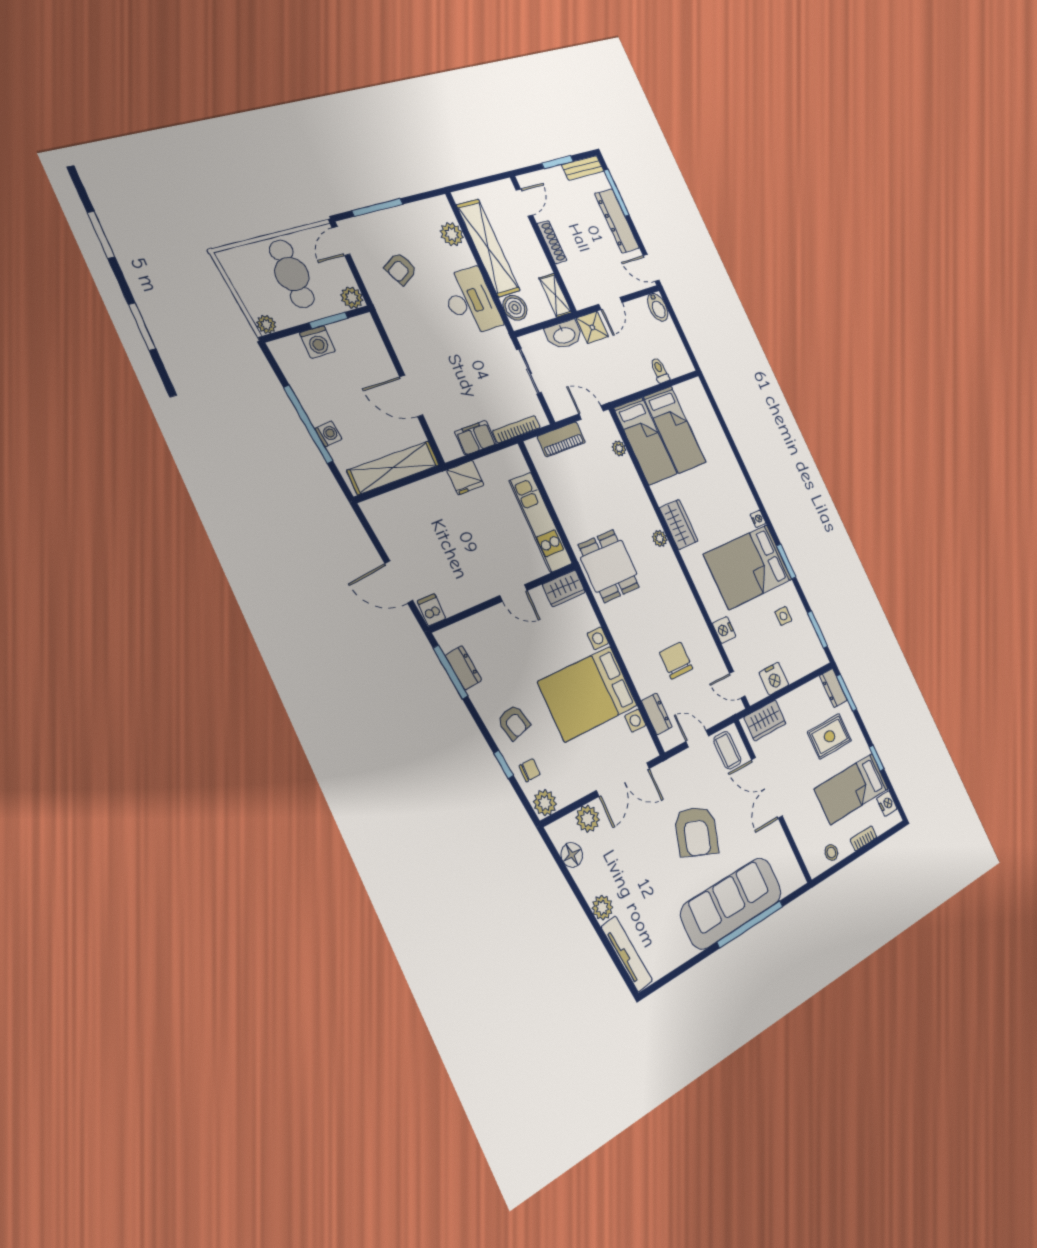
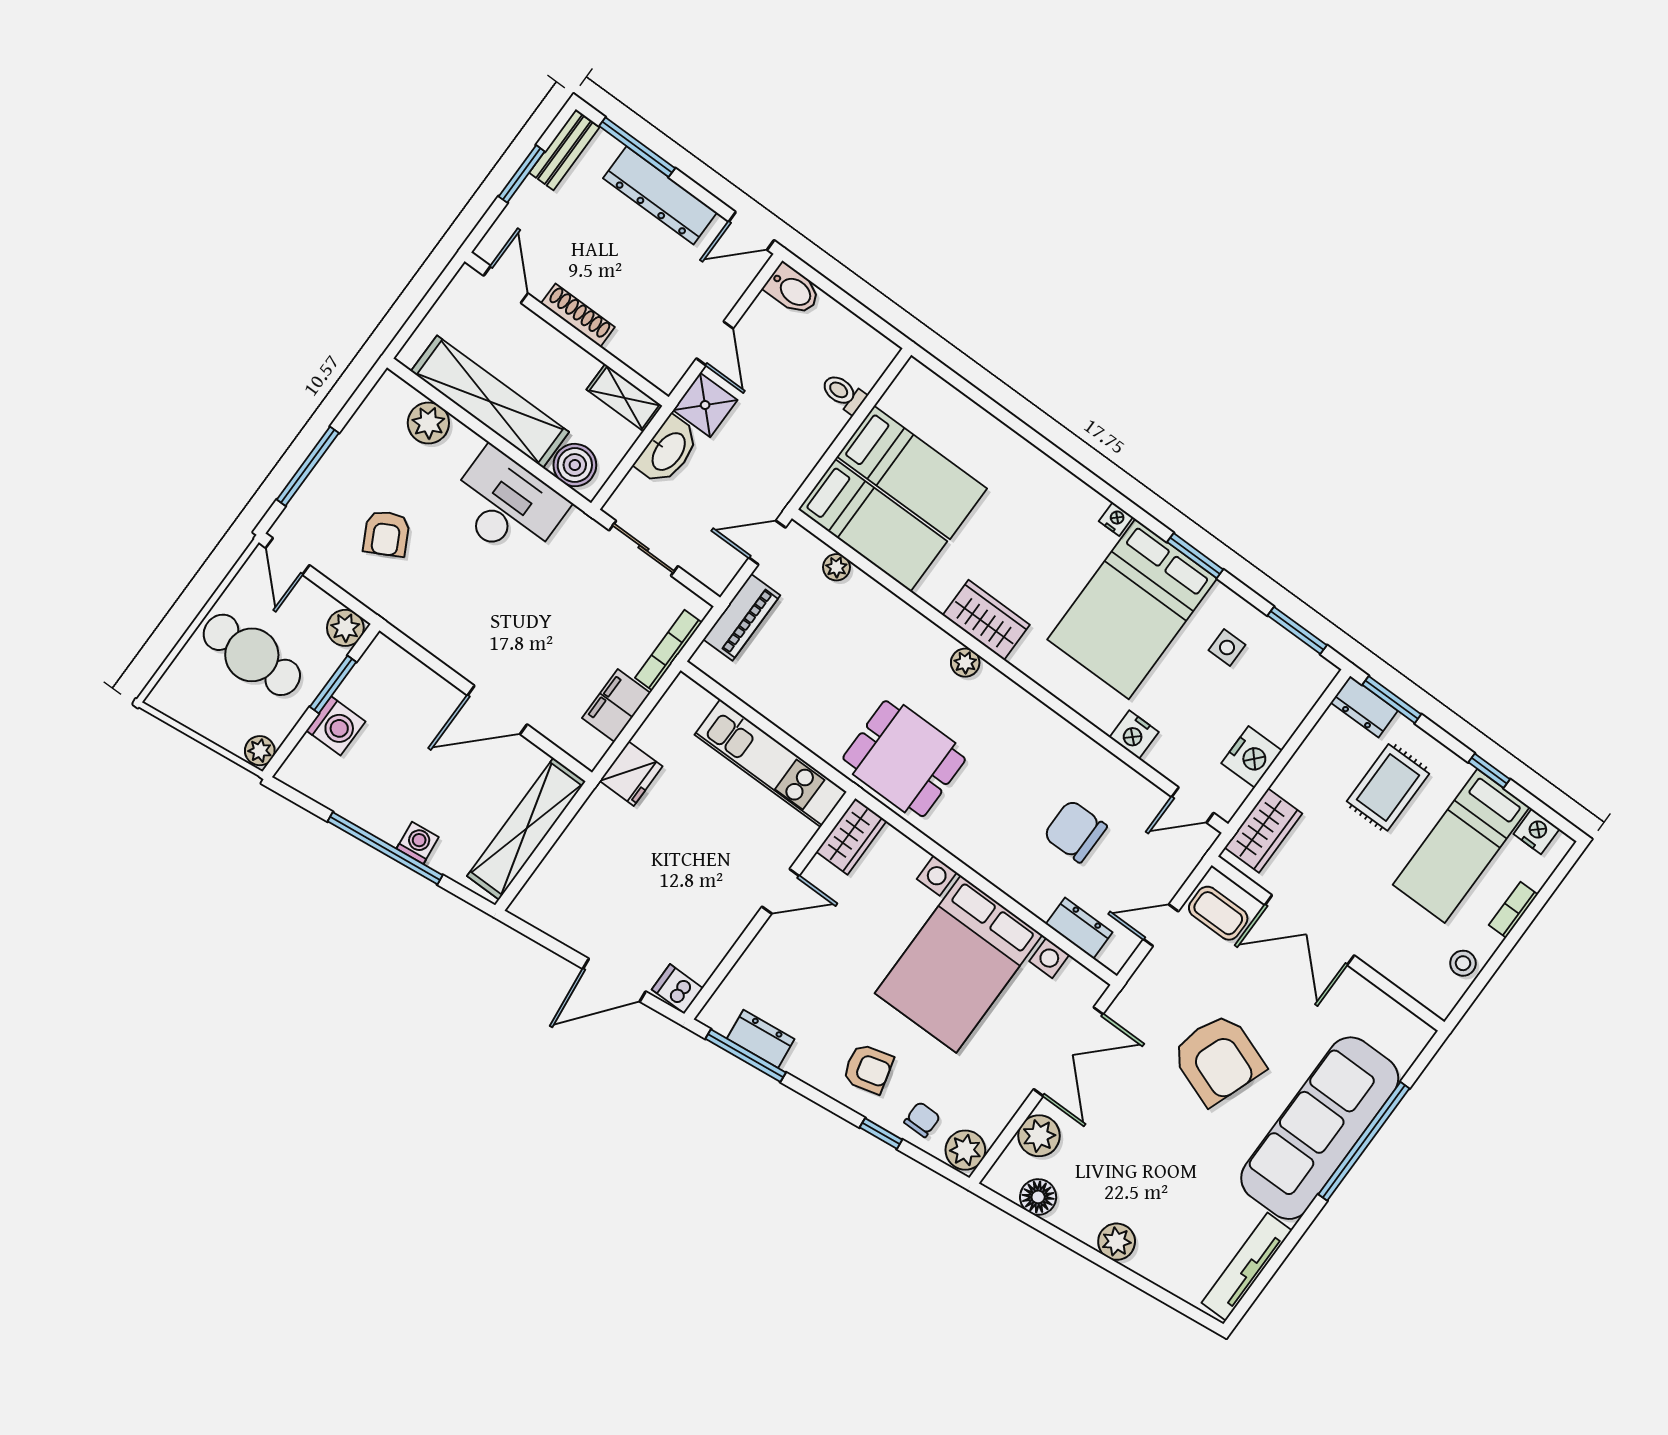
tv unit: (627, 954) -> (1247, 1267), moved, turned -84

